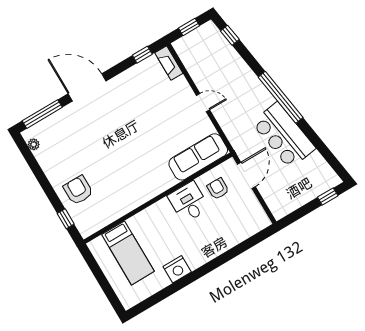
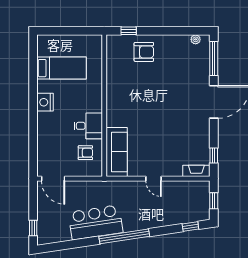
door: (203, 103) -> (154, 179), hinge flipped
door: (246, 175) -> (53, 179), moved
bed: (128, 253) -> (62, 68), moved, turned 180
nightstand: (177, 269) -> (45, 102), moved

